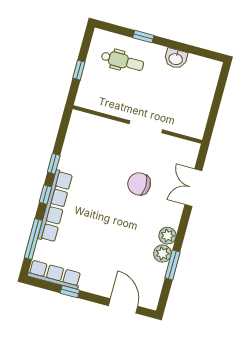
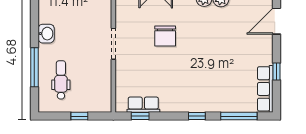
window: (143, 37) -> (34, 67), width x2.17
window: (54, 164) -> (140, 116), moved
row of seats: (55, 206) -> (143, 105), moved, width x0.50

